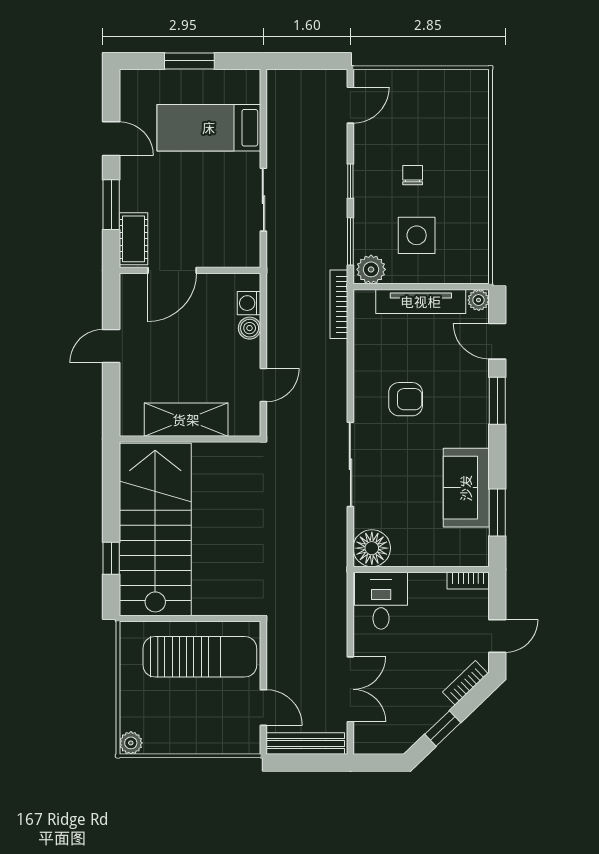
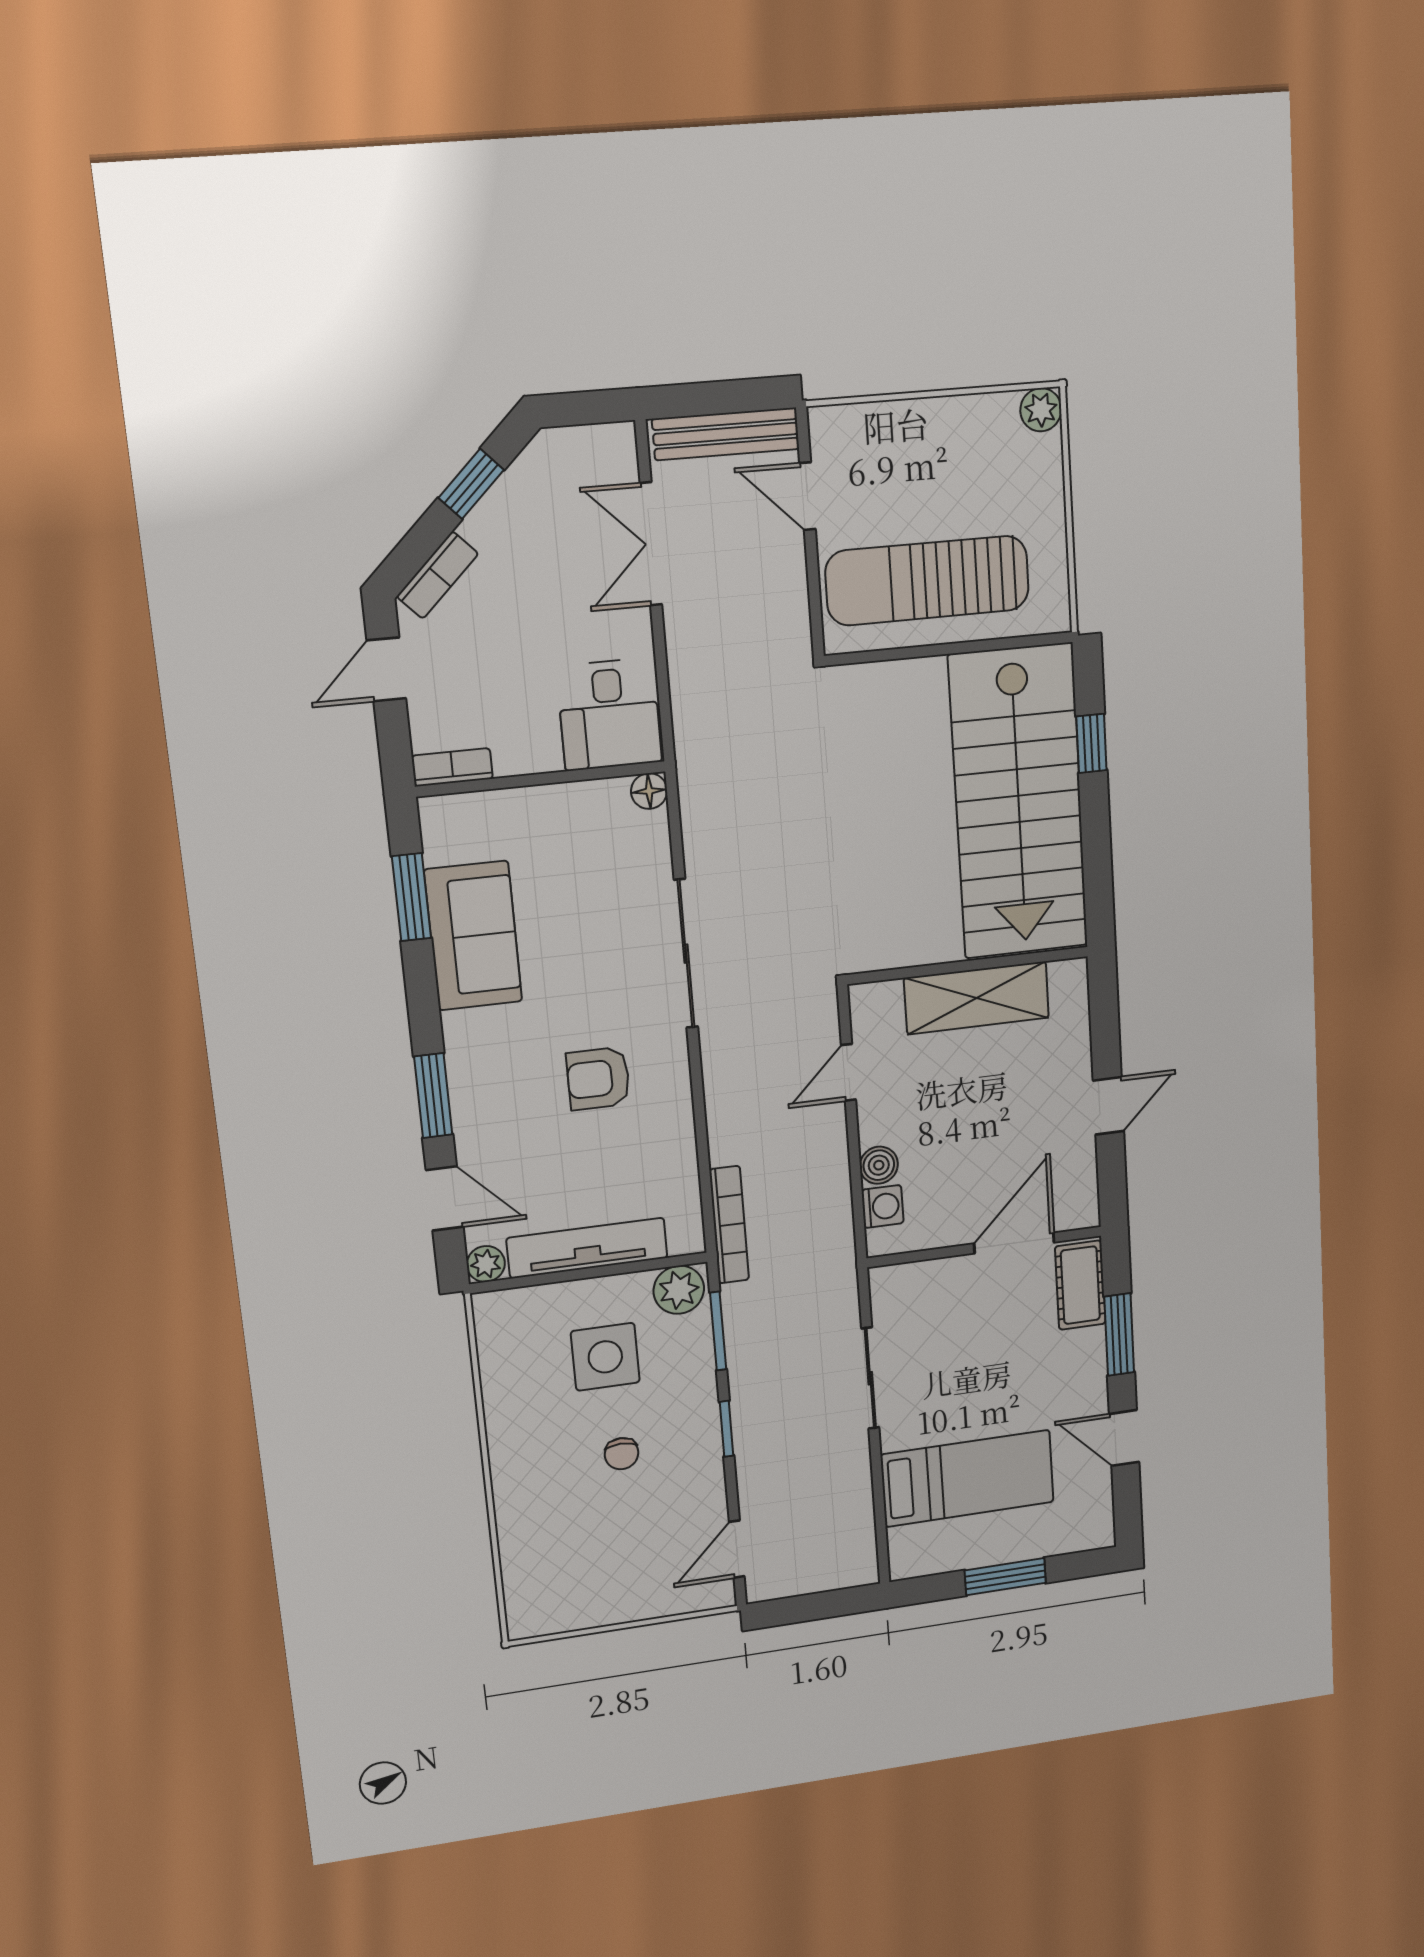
floor lamp: (372, 548) -> (649, 791), width x0.53, depth x0.53

